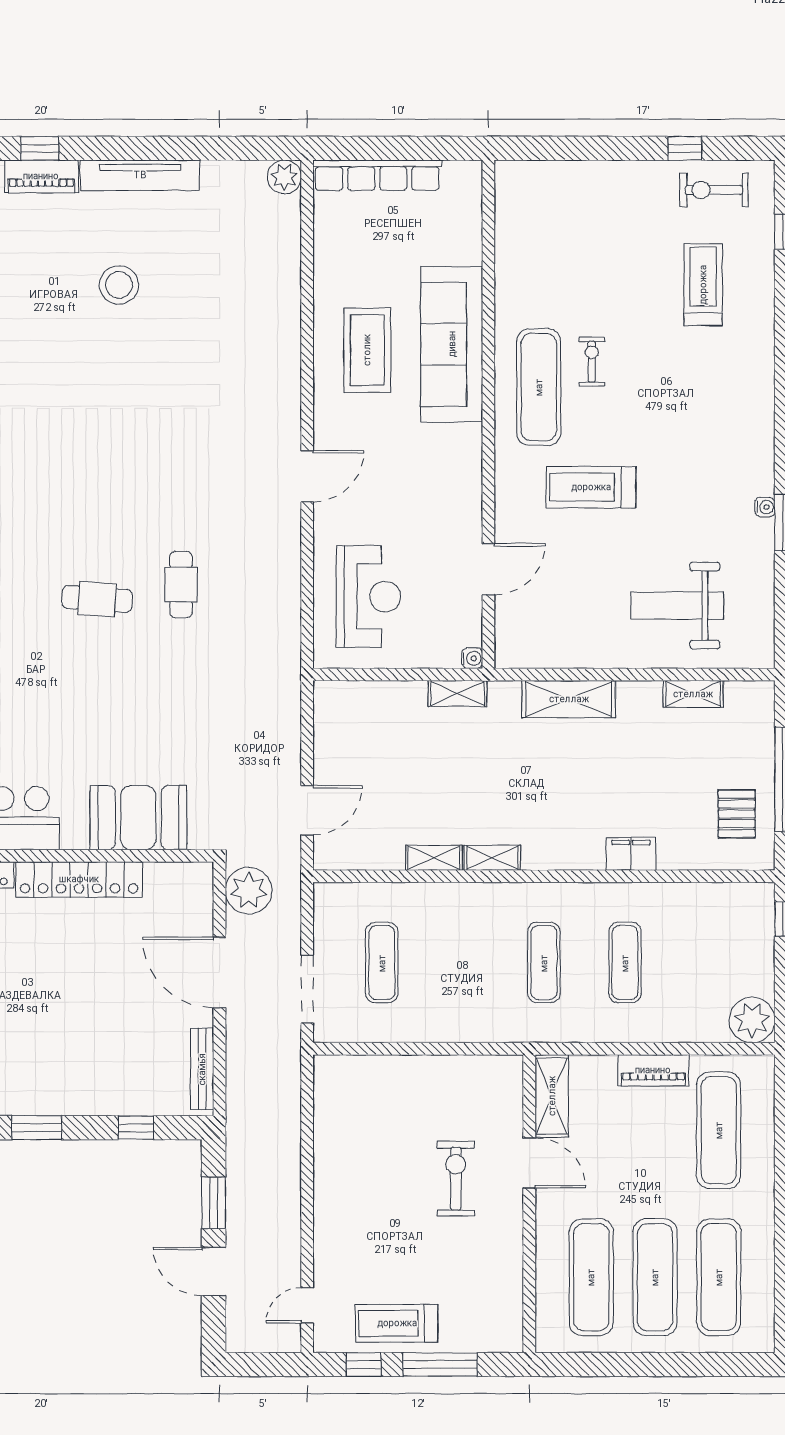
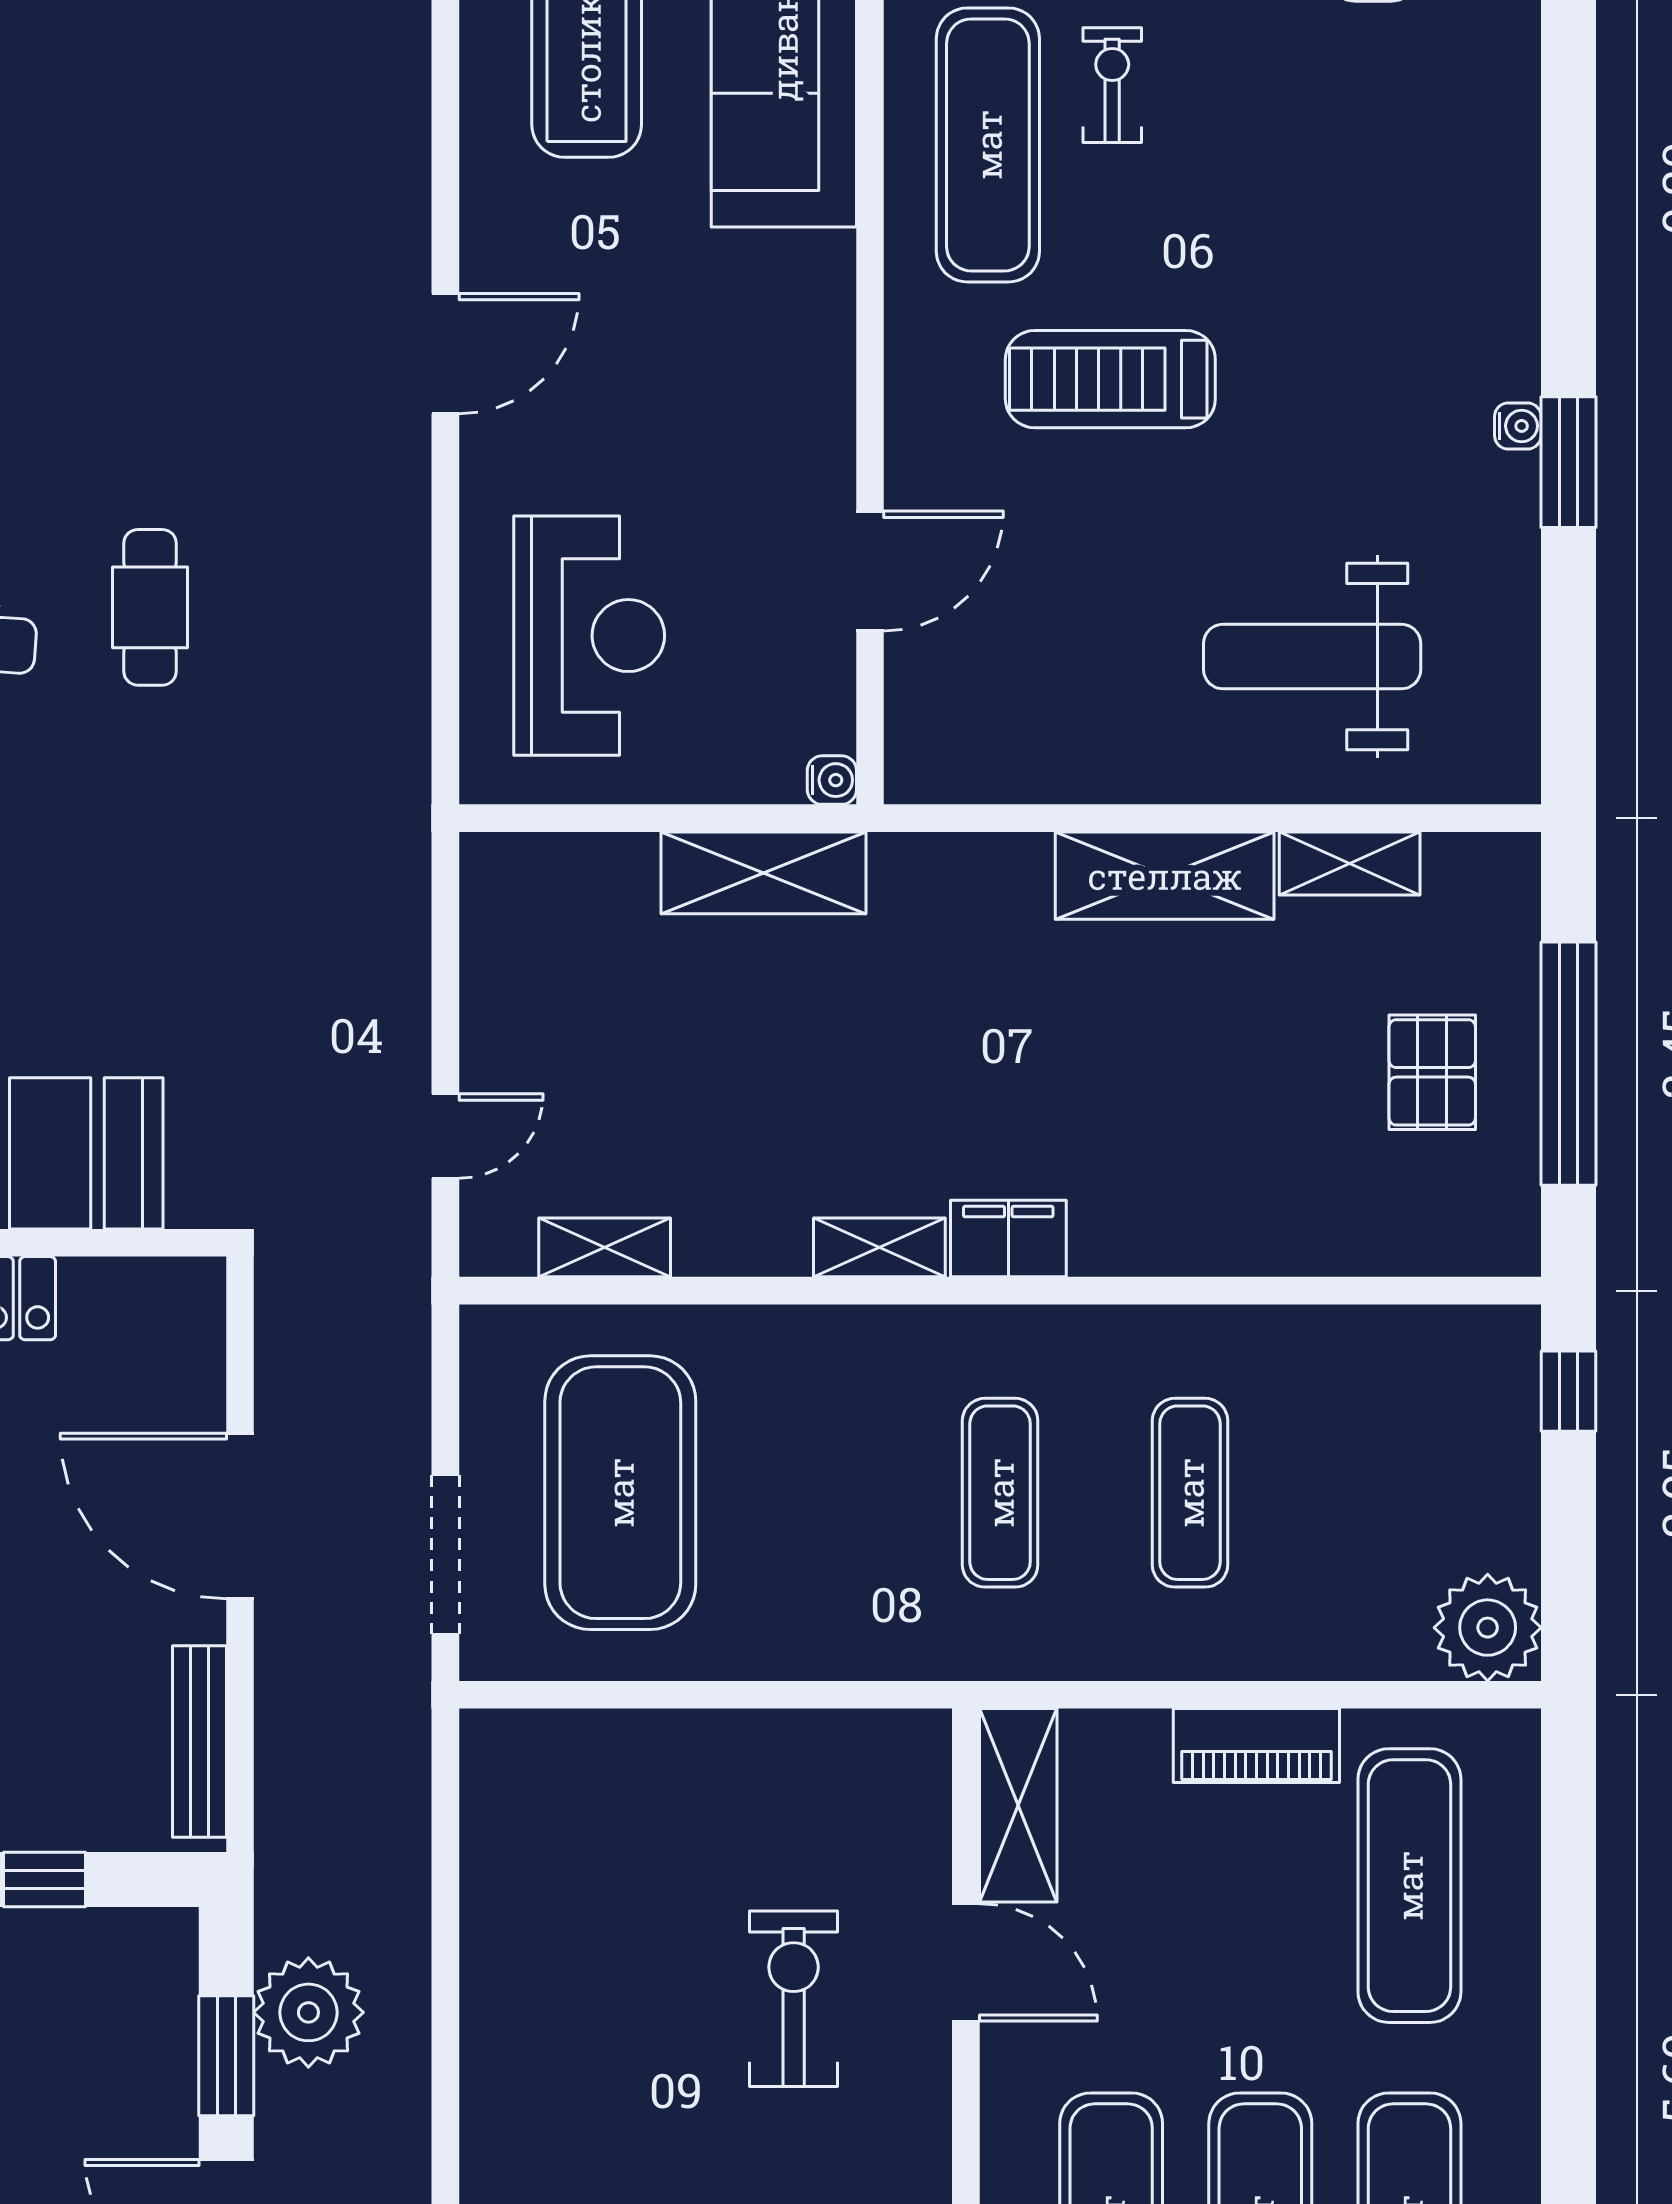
shelving: (457, 693) -> (763, 873), width x1.50, depth x1.33
shelving: (569, 699) -> (1165, 876), moved
door: (307, 810) -> (445, 1136), width x0.73
pallet: (737, 814) -> (1432, 1072), moved
filing cabinet: (631, 854) -> (1008, 1239), moved
shelving: (434, 858) -> (605, 1247), moved
plant: (249, 891) -> (308, 2012), moved
exercise mat: (382, 963) -> (620, 1493), width x2.00, depth x1.45

